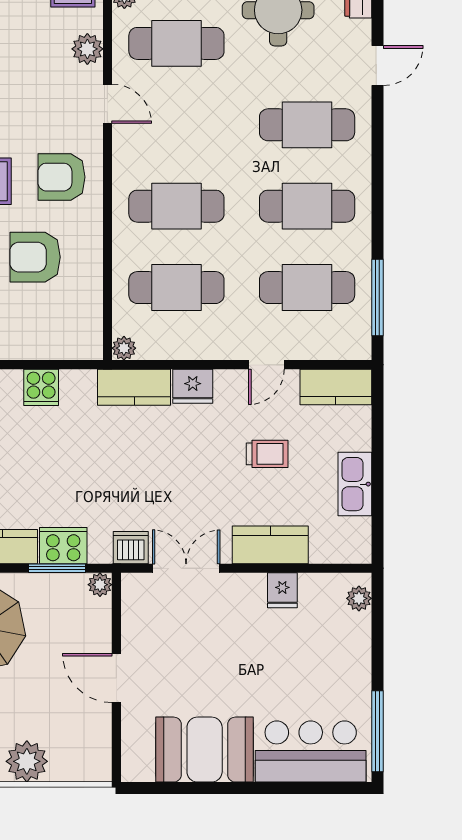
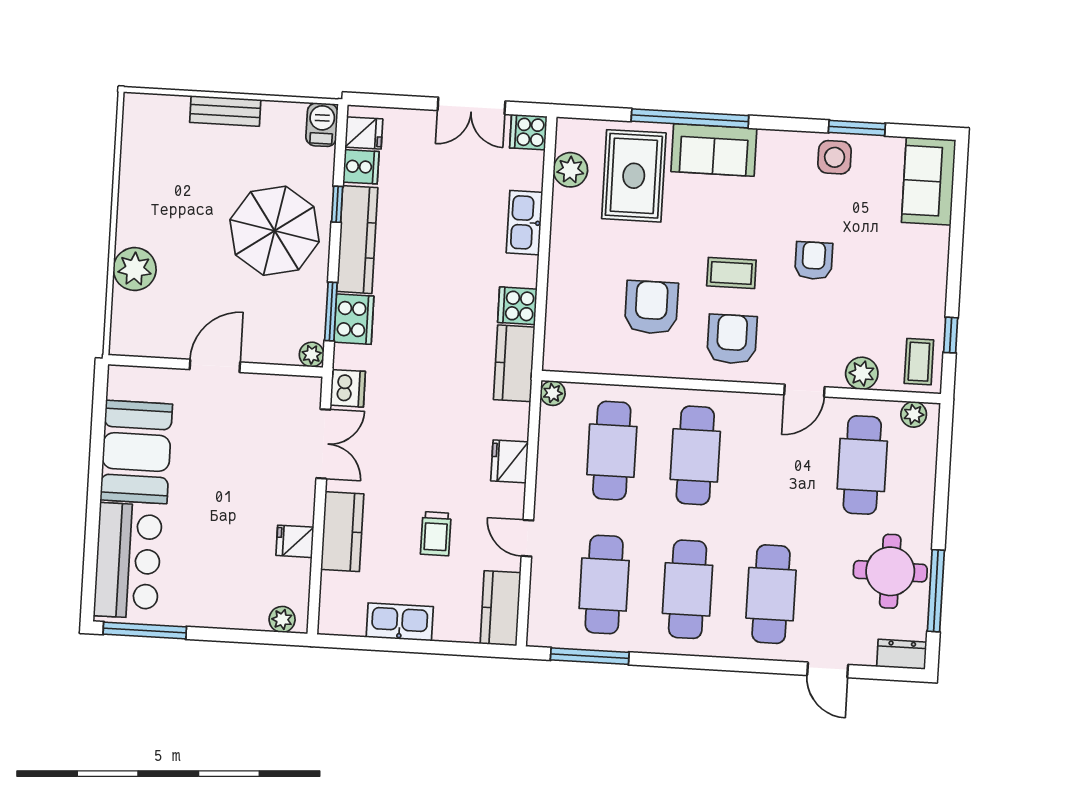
kitchen counter: (134, 387) -> (514, 363), moved

